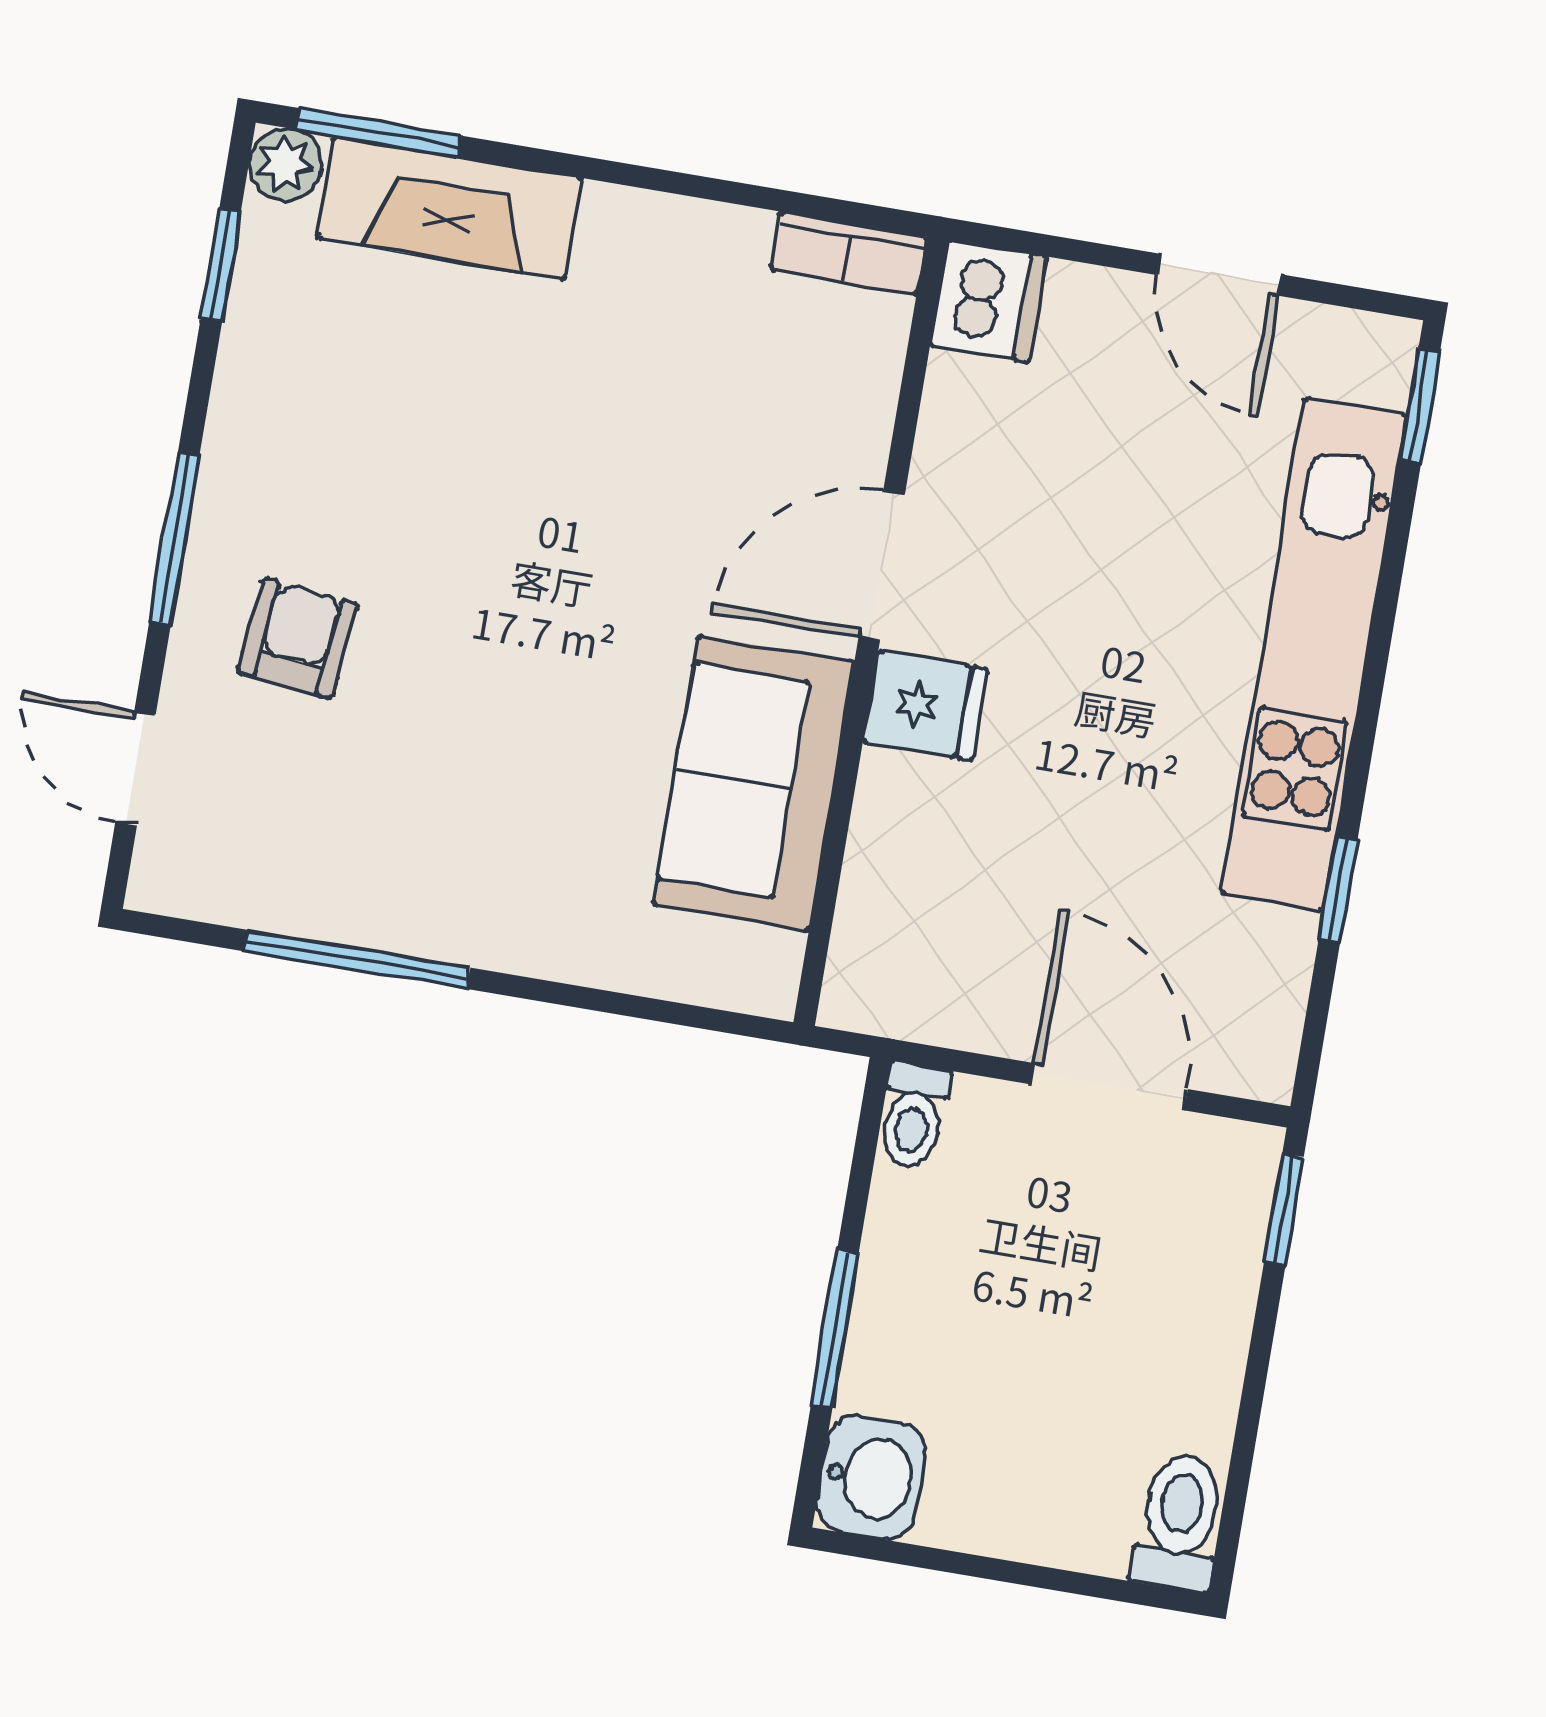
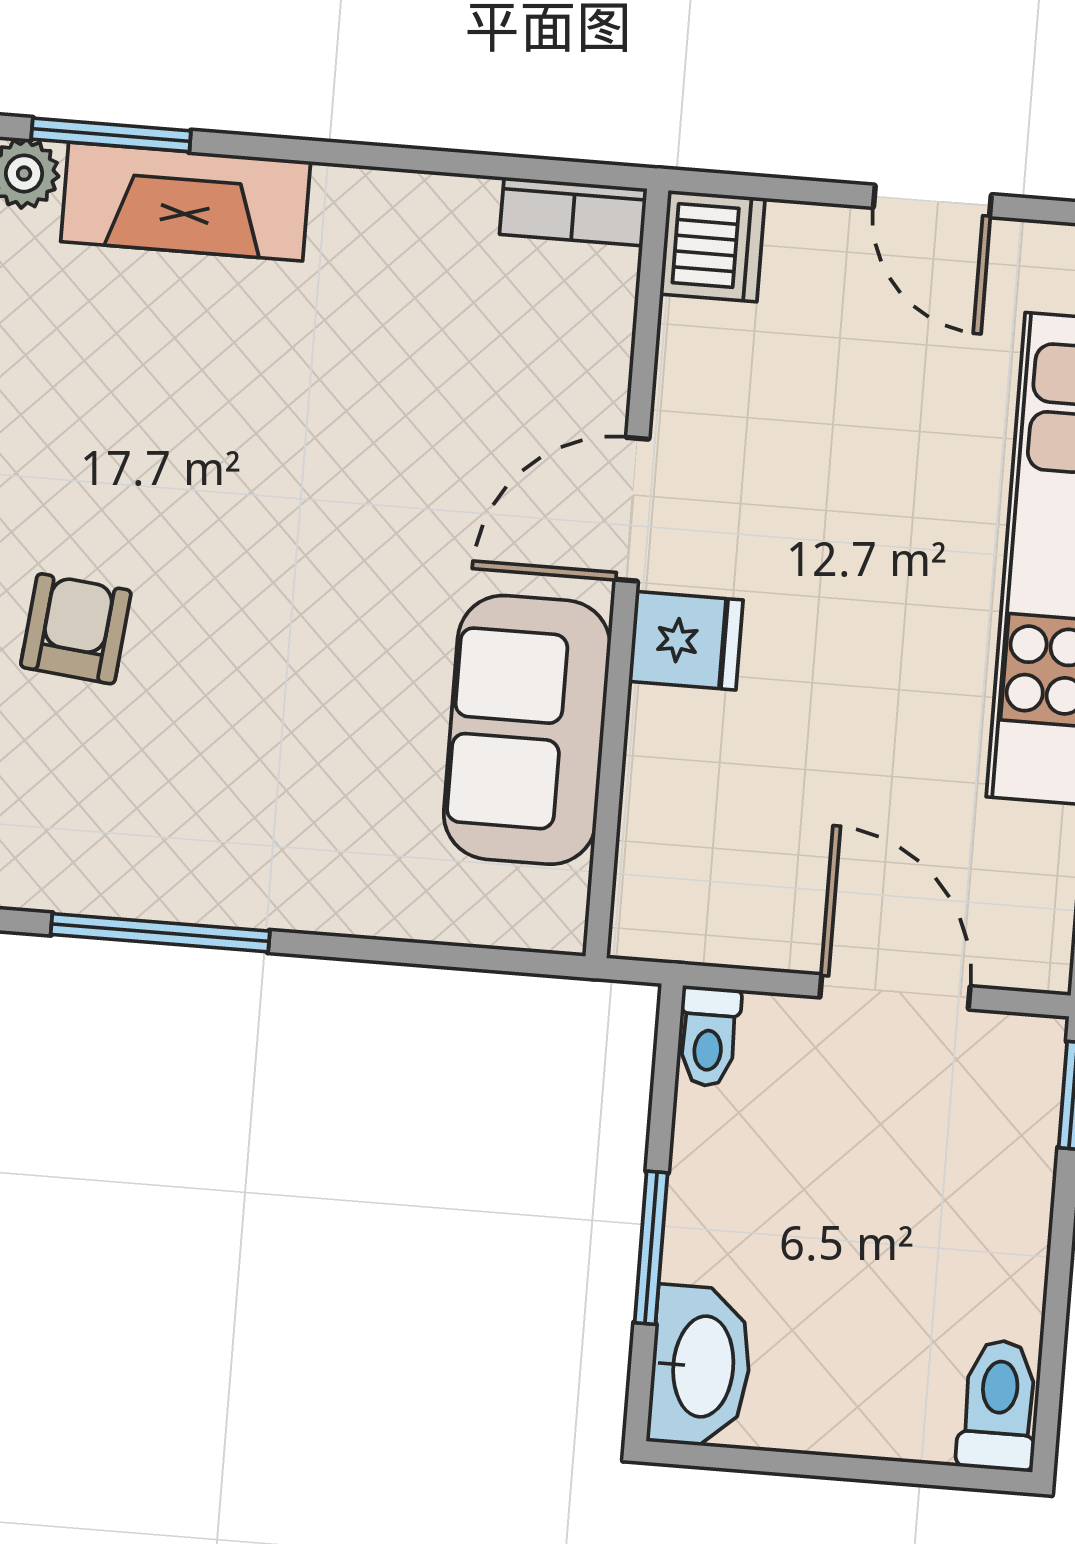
washbasin: (871, 1478) -> (700, 1366), width x1.38

